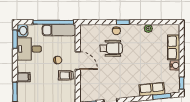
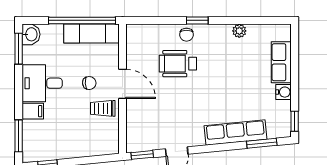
wheelchair: (111, 48) -> (178, 64), turned 180
desk: (29, 49) -> (42, 83), moved
row of seats: (152, 89) -> (235, 132), width x1.48

